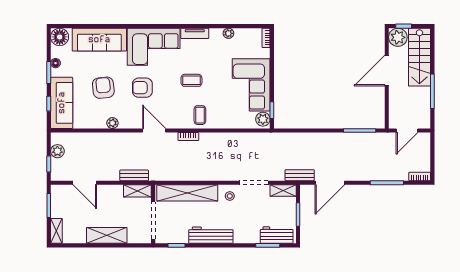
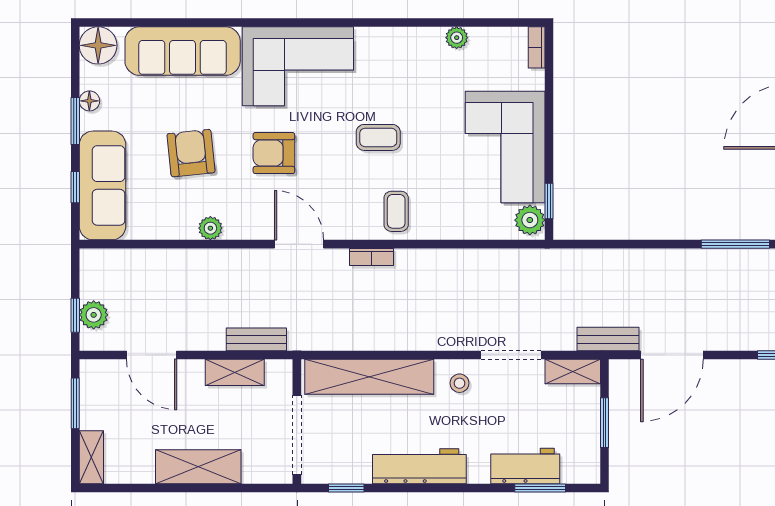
tv unit: (195, 33) -> (385, 38), removed
plant: (57, 151) -> (94, 315), moved
shelving: (137, 191) -> (235, 372), moved
workbench: (277, 235) -> (525, 466), moved

